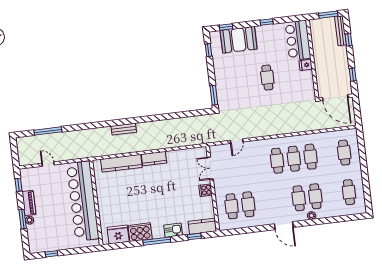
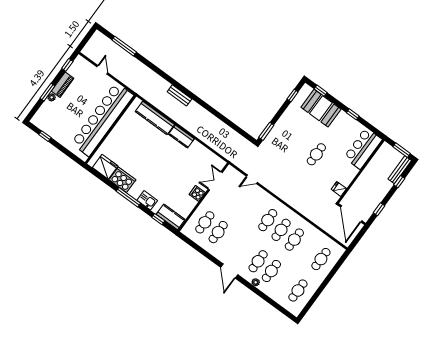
fridge: (306, 65) -> (339, 189), moved

